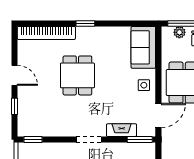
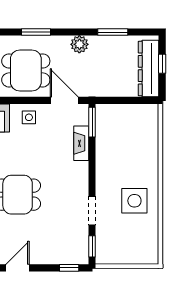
window: (15, 106) -> (69, 268), moved
doorway: (89, 139) -> (92, 211), moved

